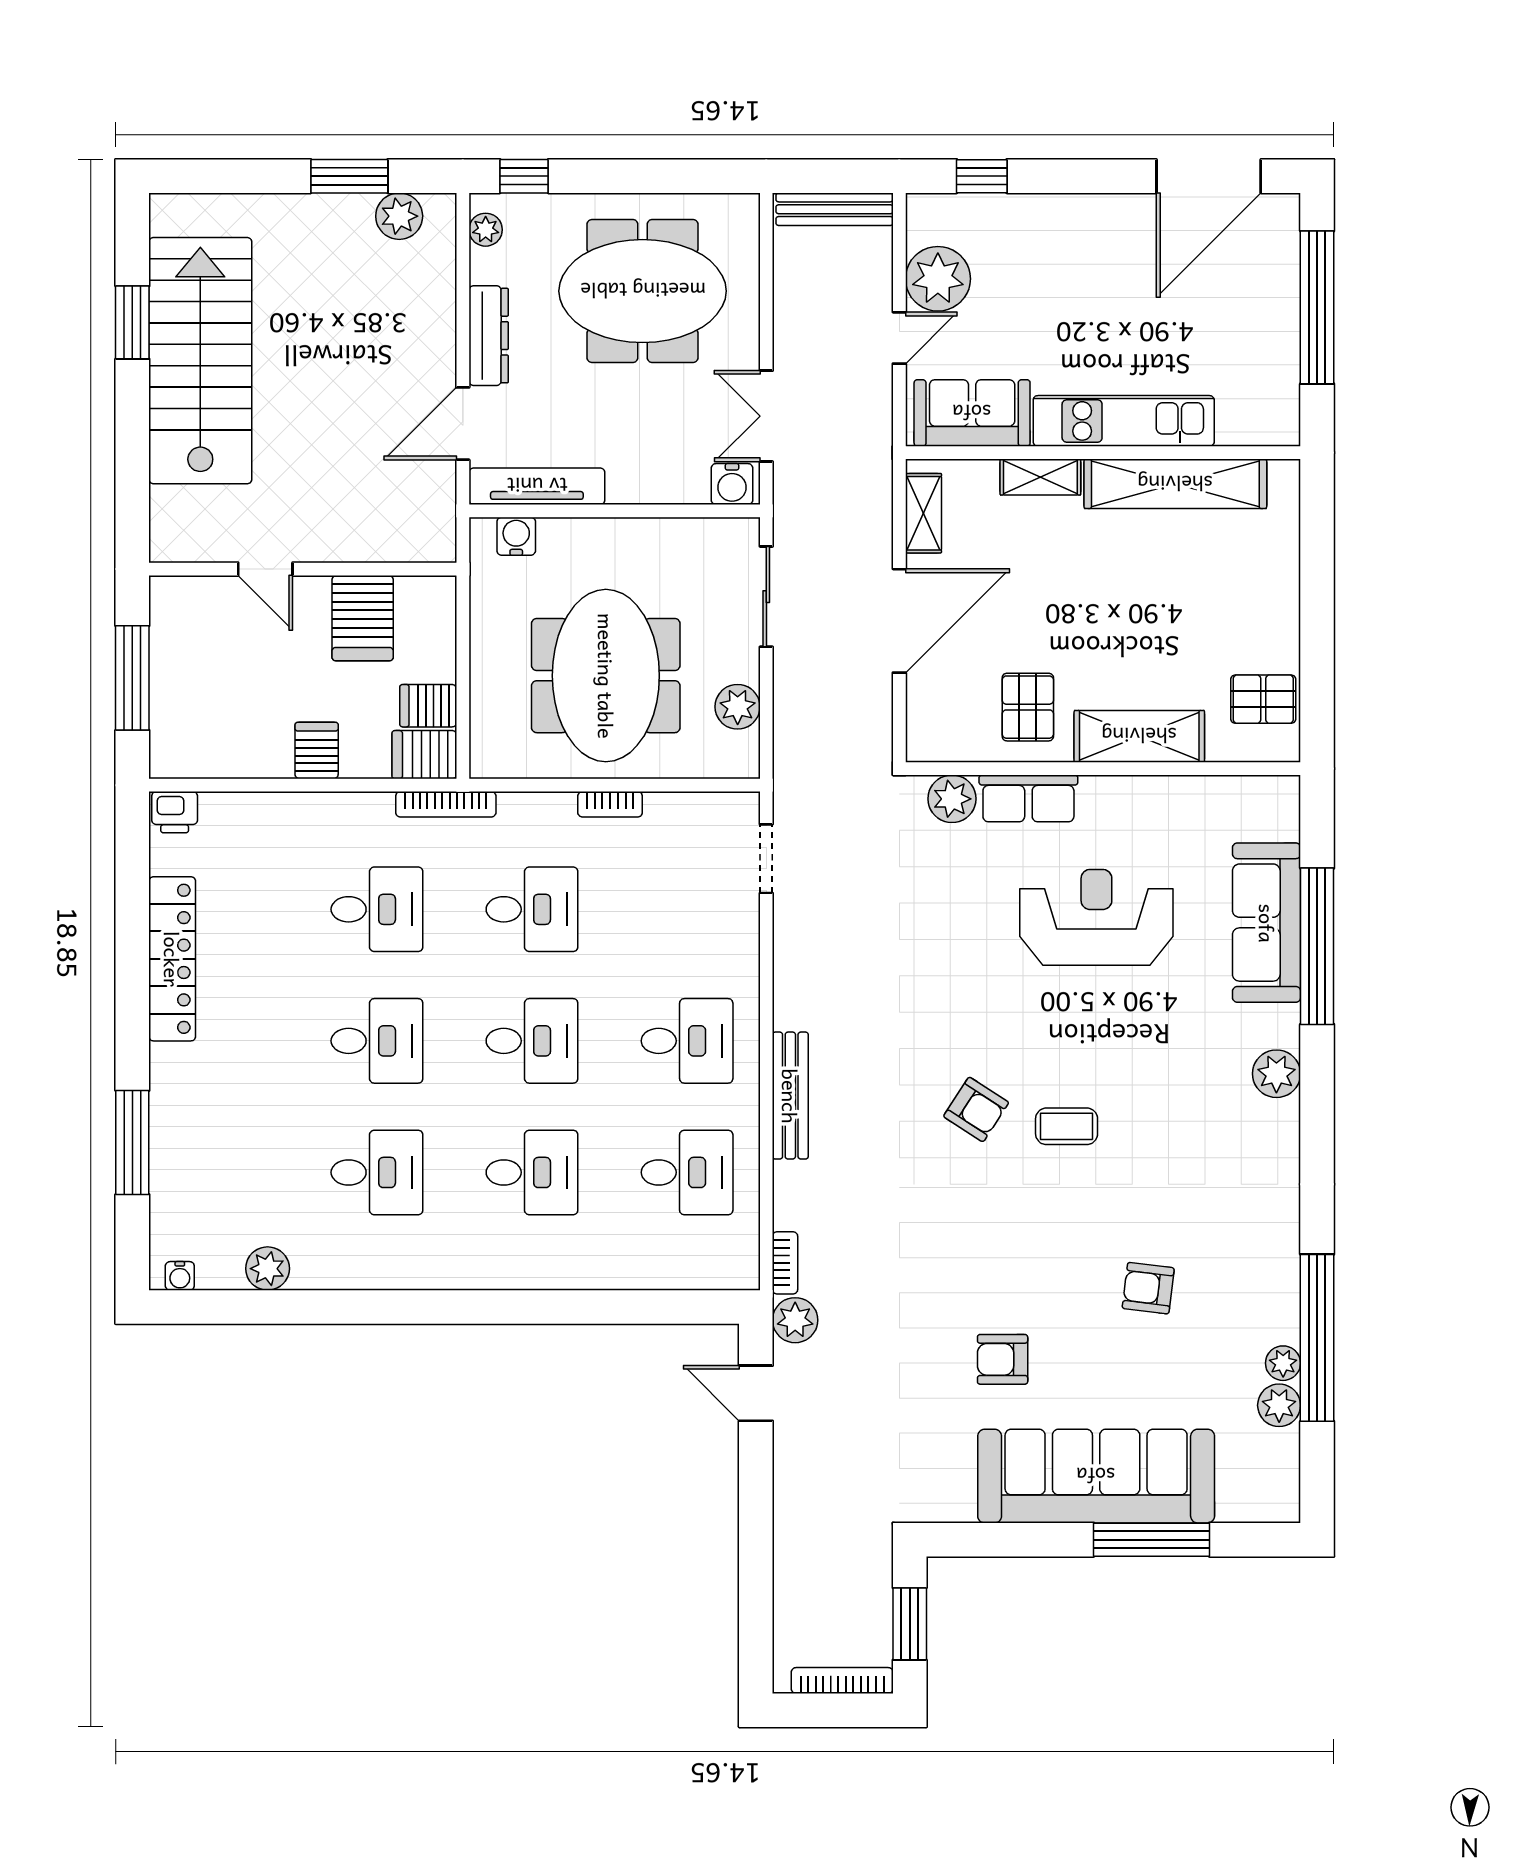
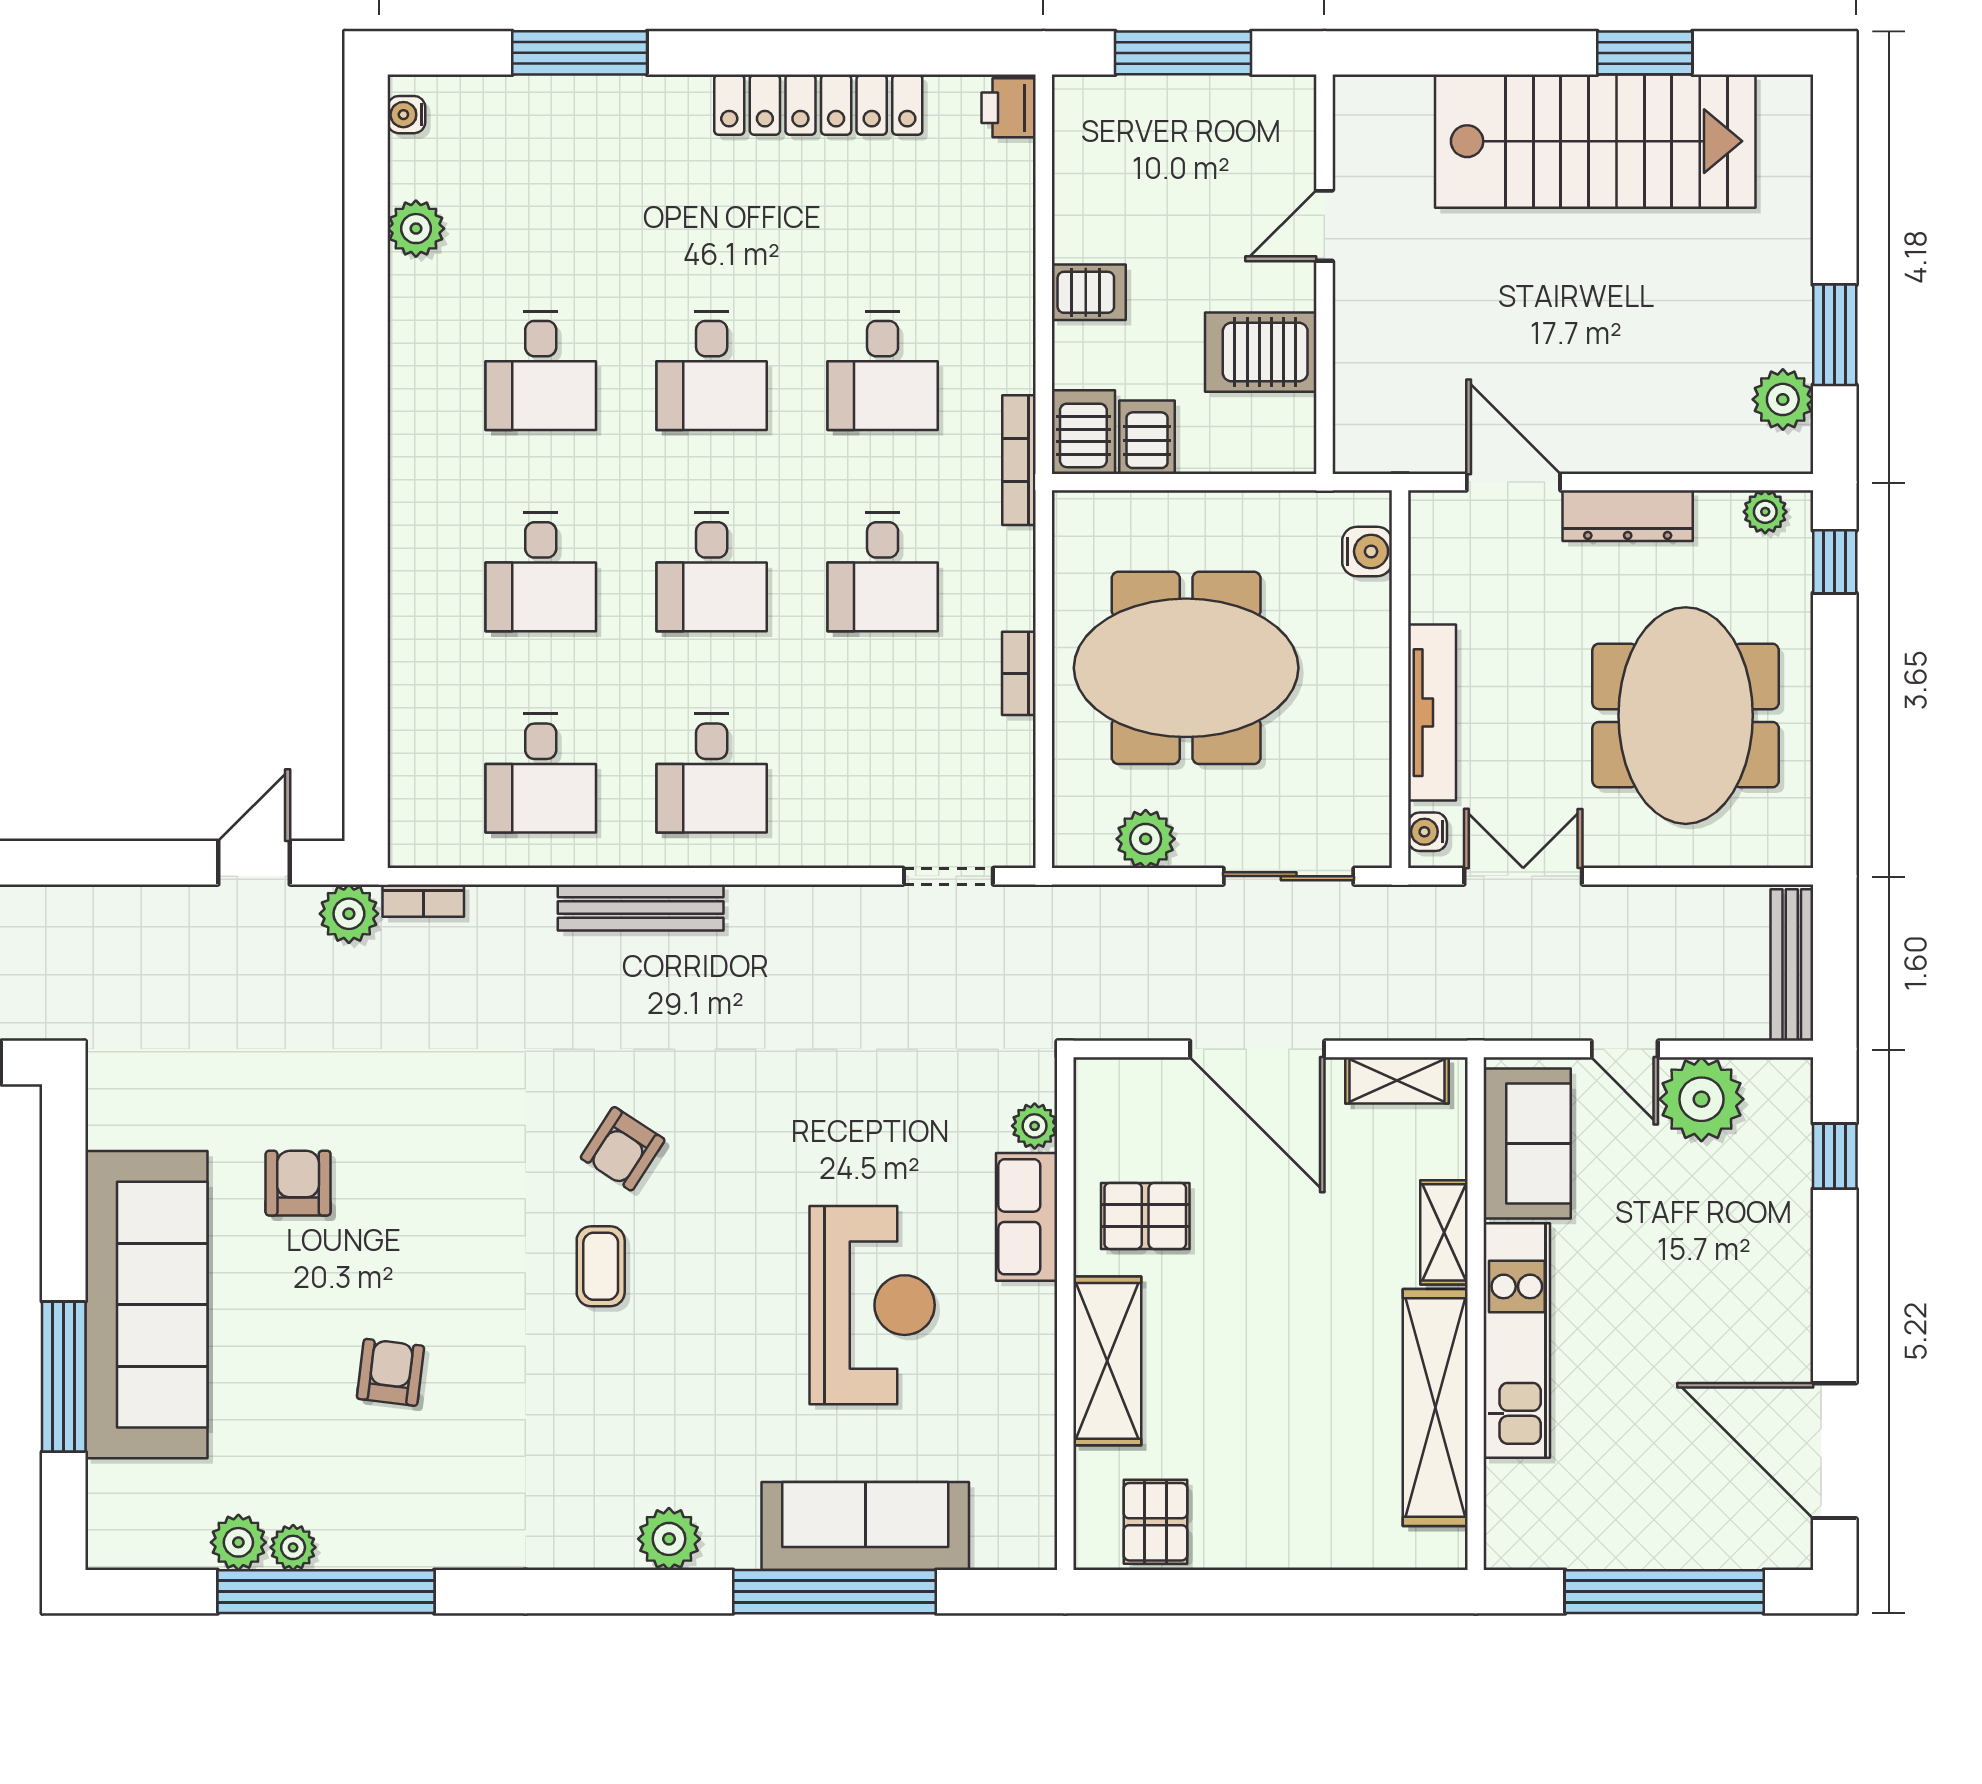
water cooler: (732, 484) -> (1427, 832), width x0.72, depth x0.72
tv unit: (537, 486) -> (1432, 713), moved
plant: (952, 799) -> (1035, 1126), width x0.73, depth x0.73

